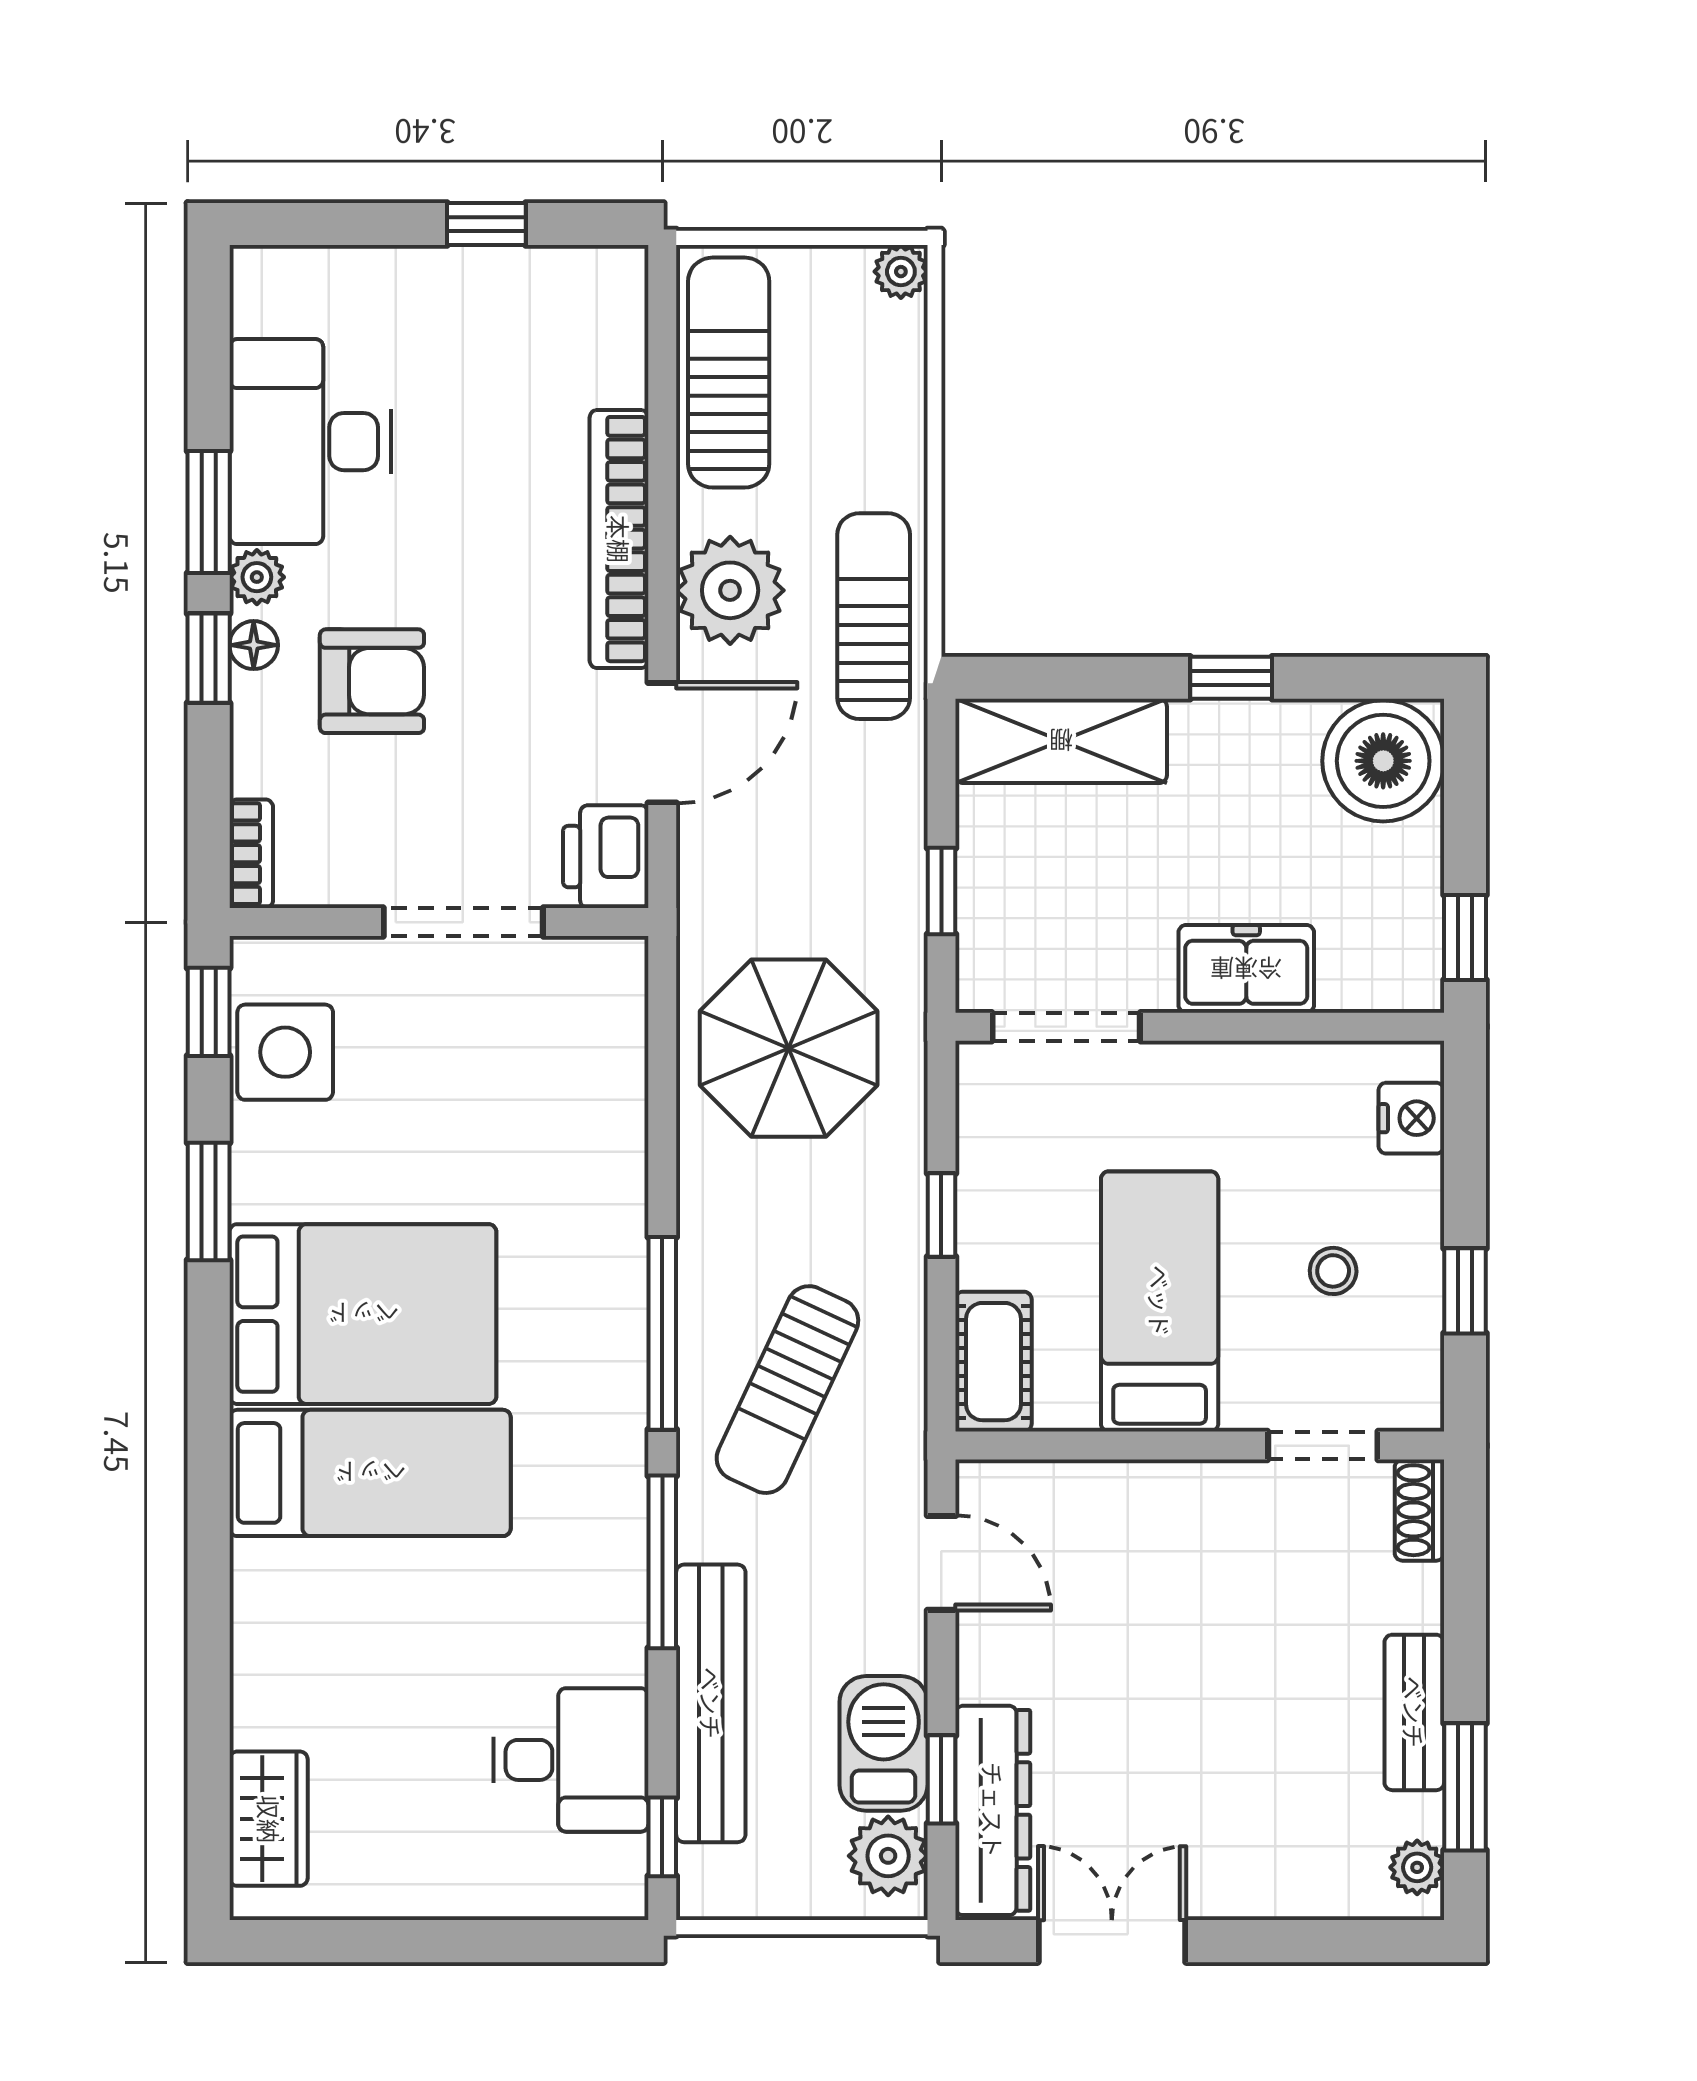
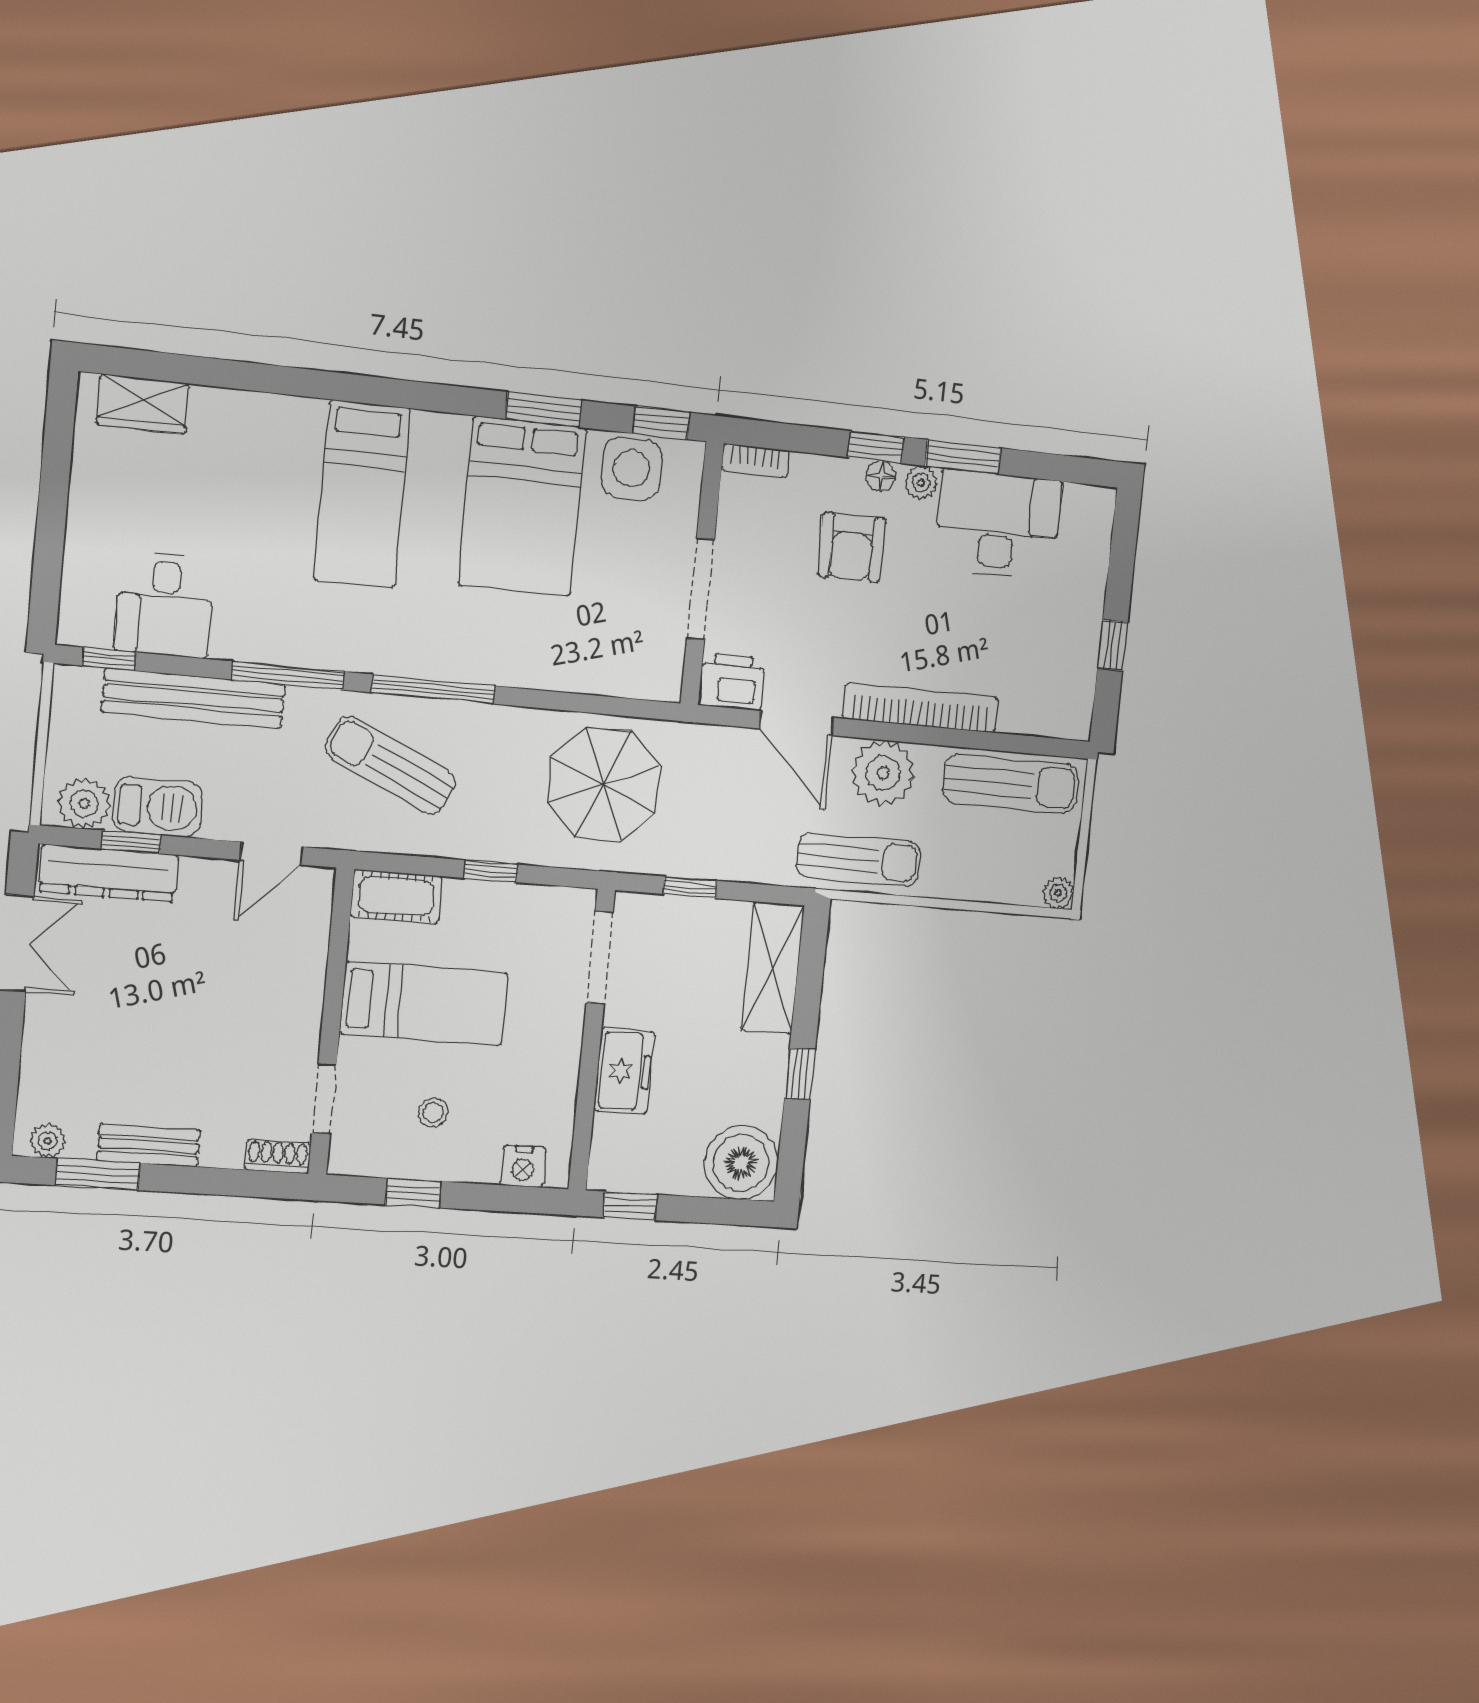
bed: (363, 1314) -> (522, 506), moved

